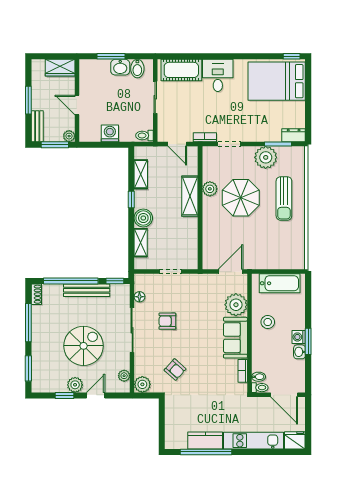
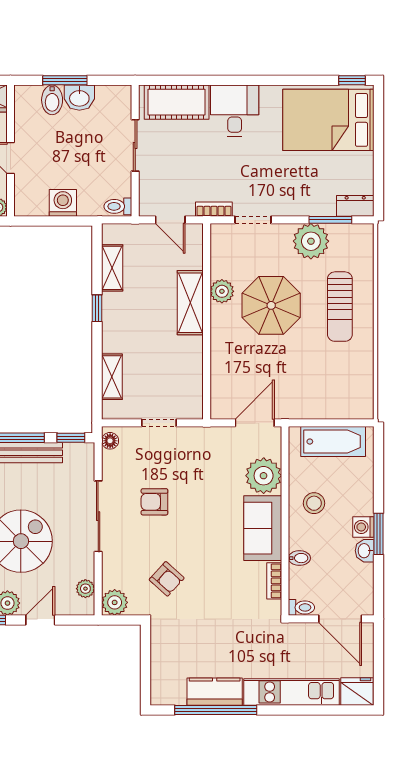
bidet: (137, 69) -> (52, 100), moved
boiler: (143, 218) -> (116, 338), removed
floor lamp: (139, 297) -> (110, 441), moved
bidet: (259, 377) -> (299, 558), moved

